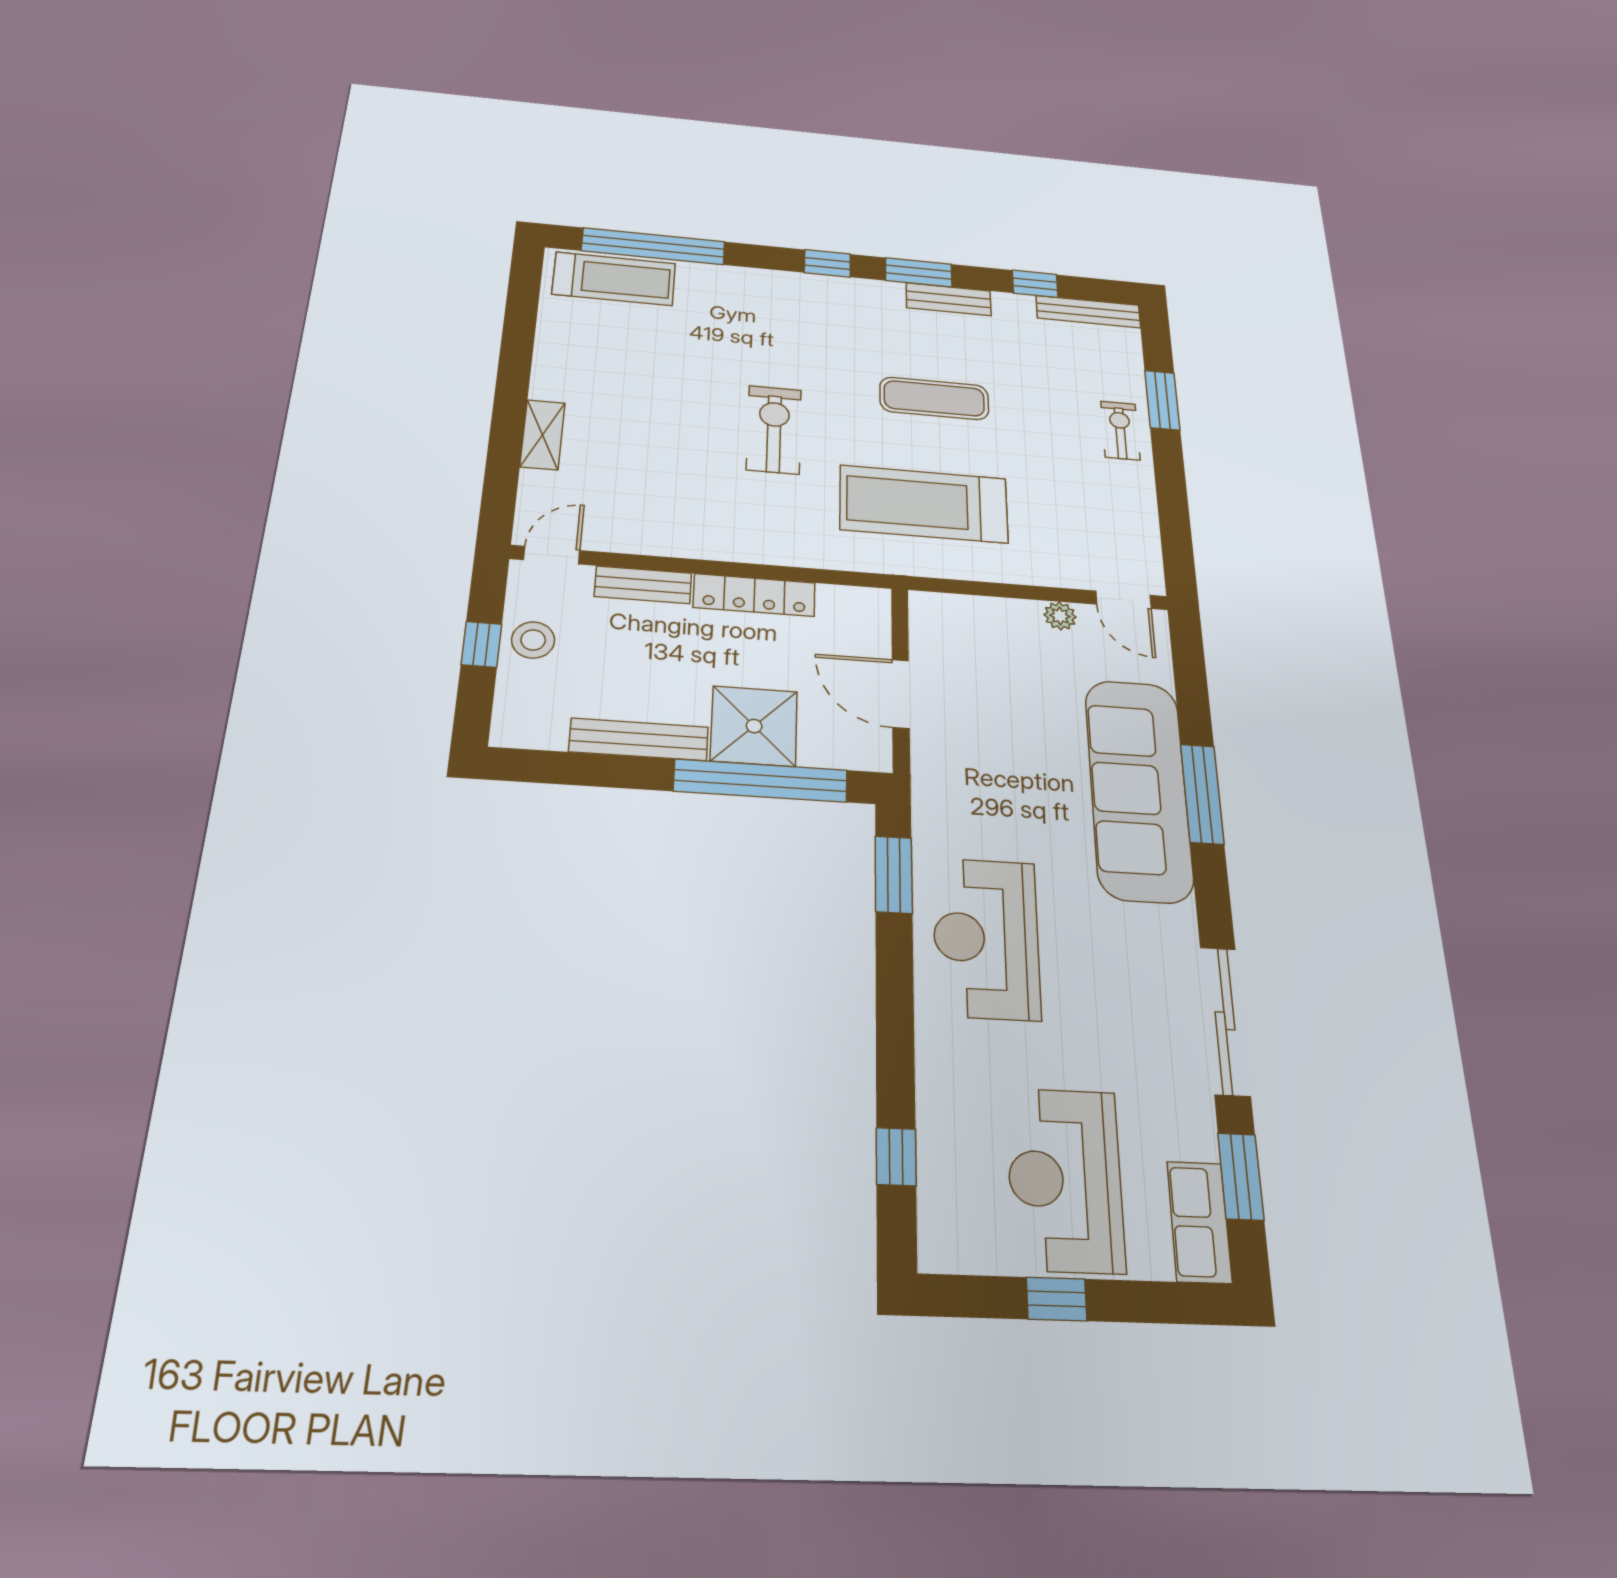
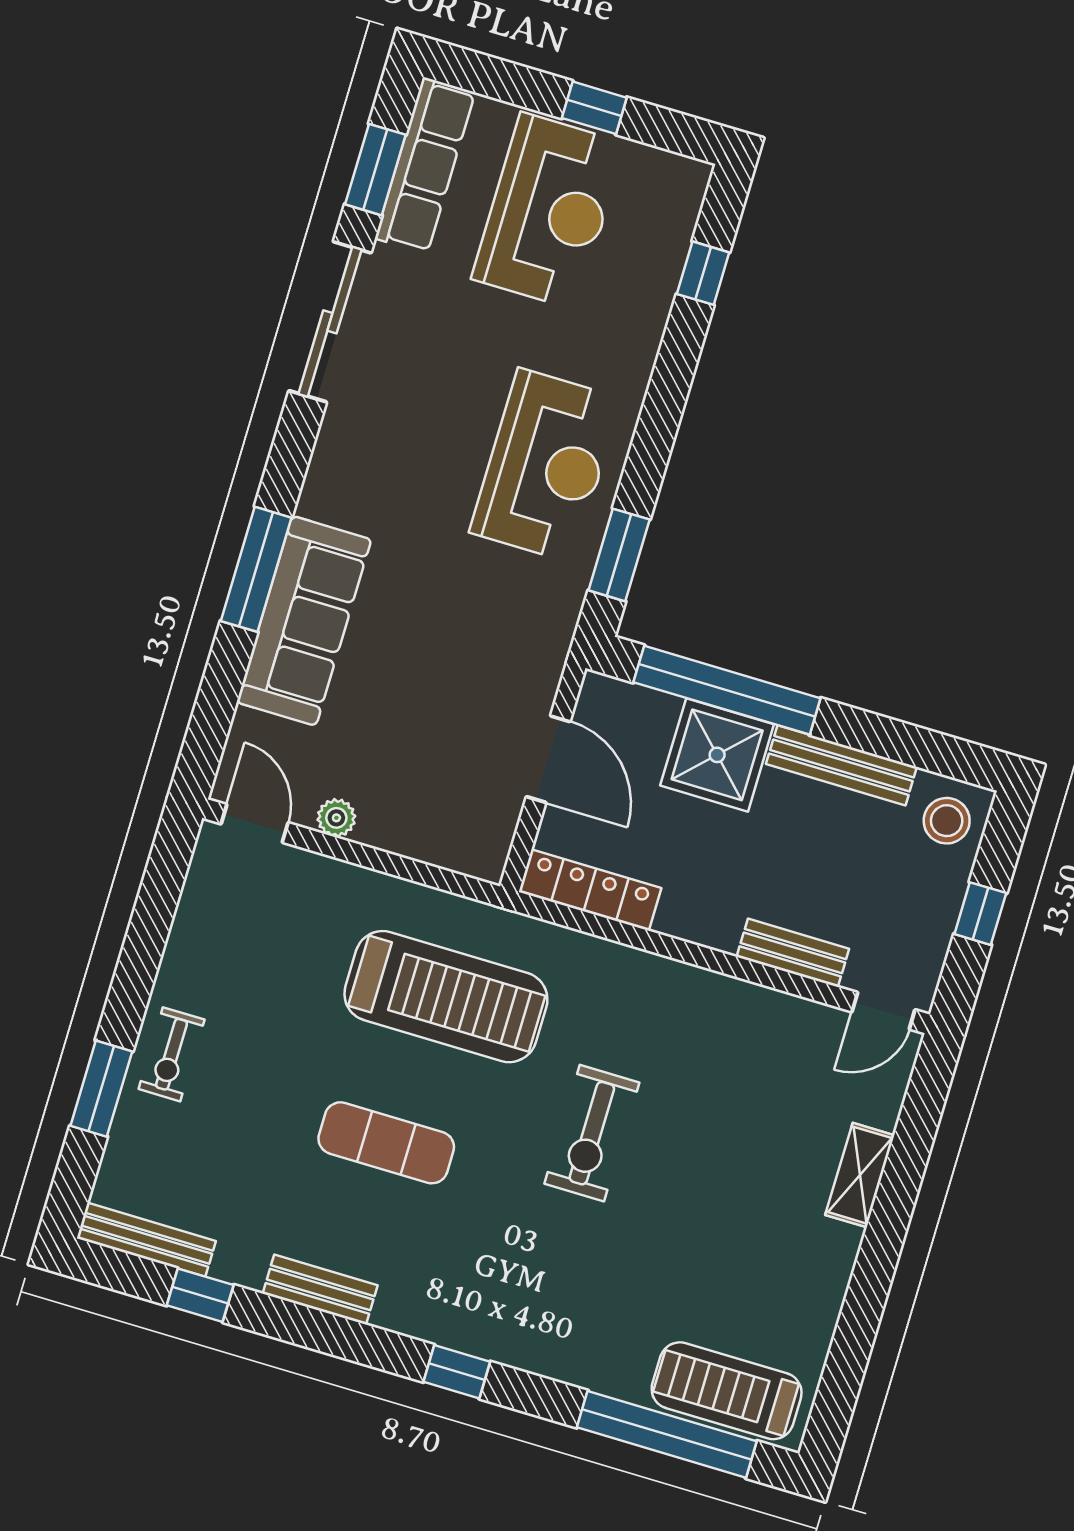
window: (919, 272) -> (345, 1338), removed
locker: (754, 595) -> (590, 890), moved
stool: (533, 640) -> (947, 821), moved
sofa: (1138, 789) -> (304, 621), width x0.74, depth x0.79
row of seats: (1199, 1222) -> (425, 165), width x1.48

